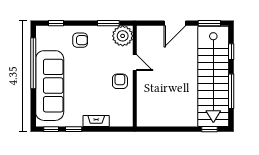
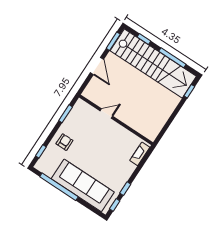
plant: (123, 36) -> (81, 110), removed
armchair: (120, 81) -> (113, 133), removed
fireplace: (96, 121) -> (140, 154), moved

